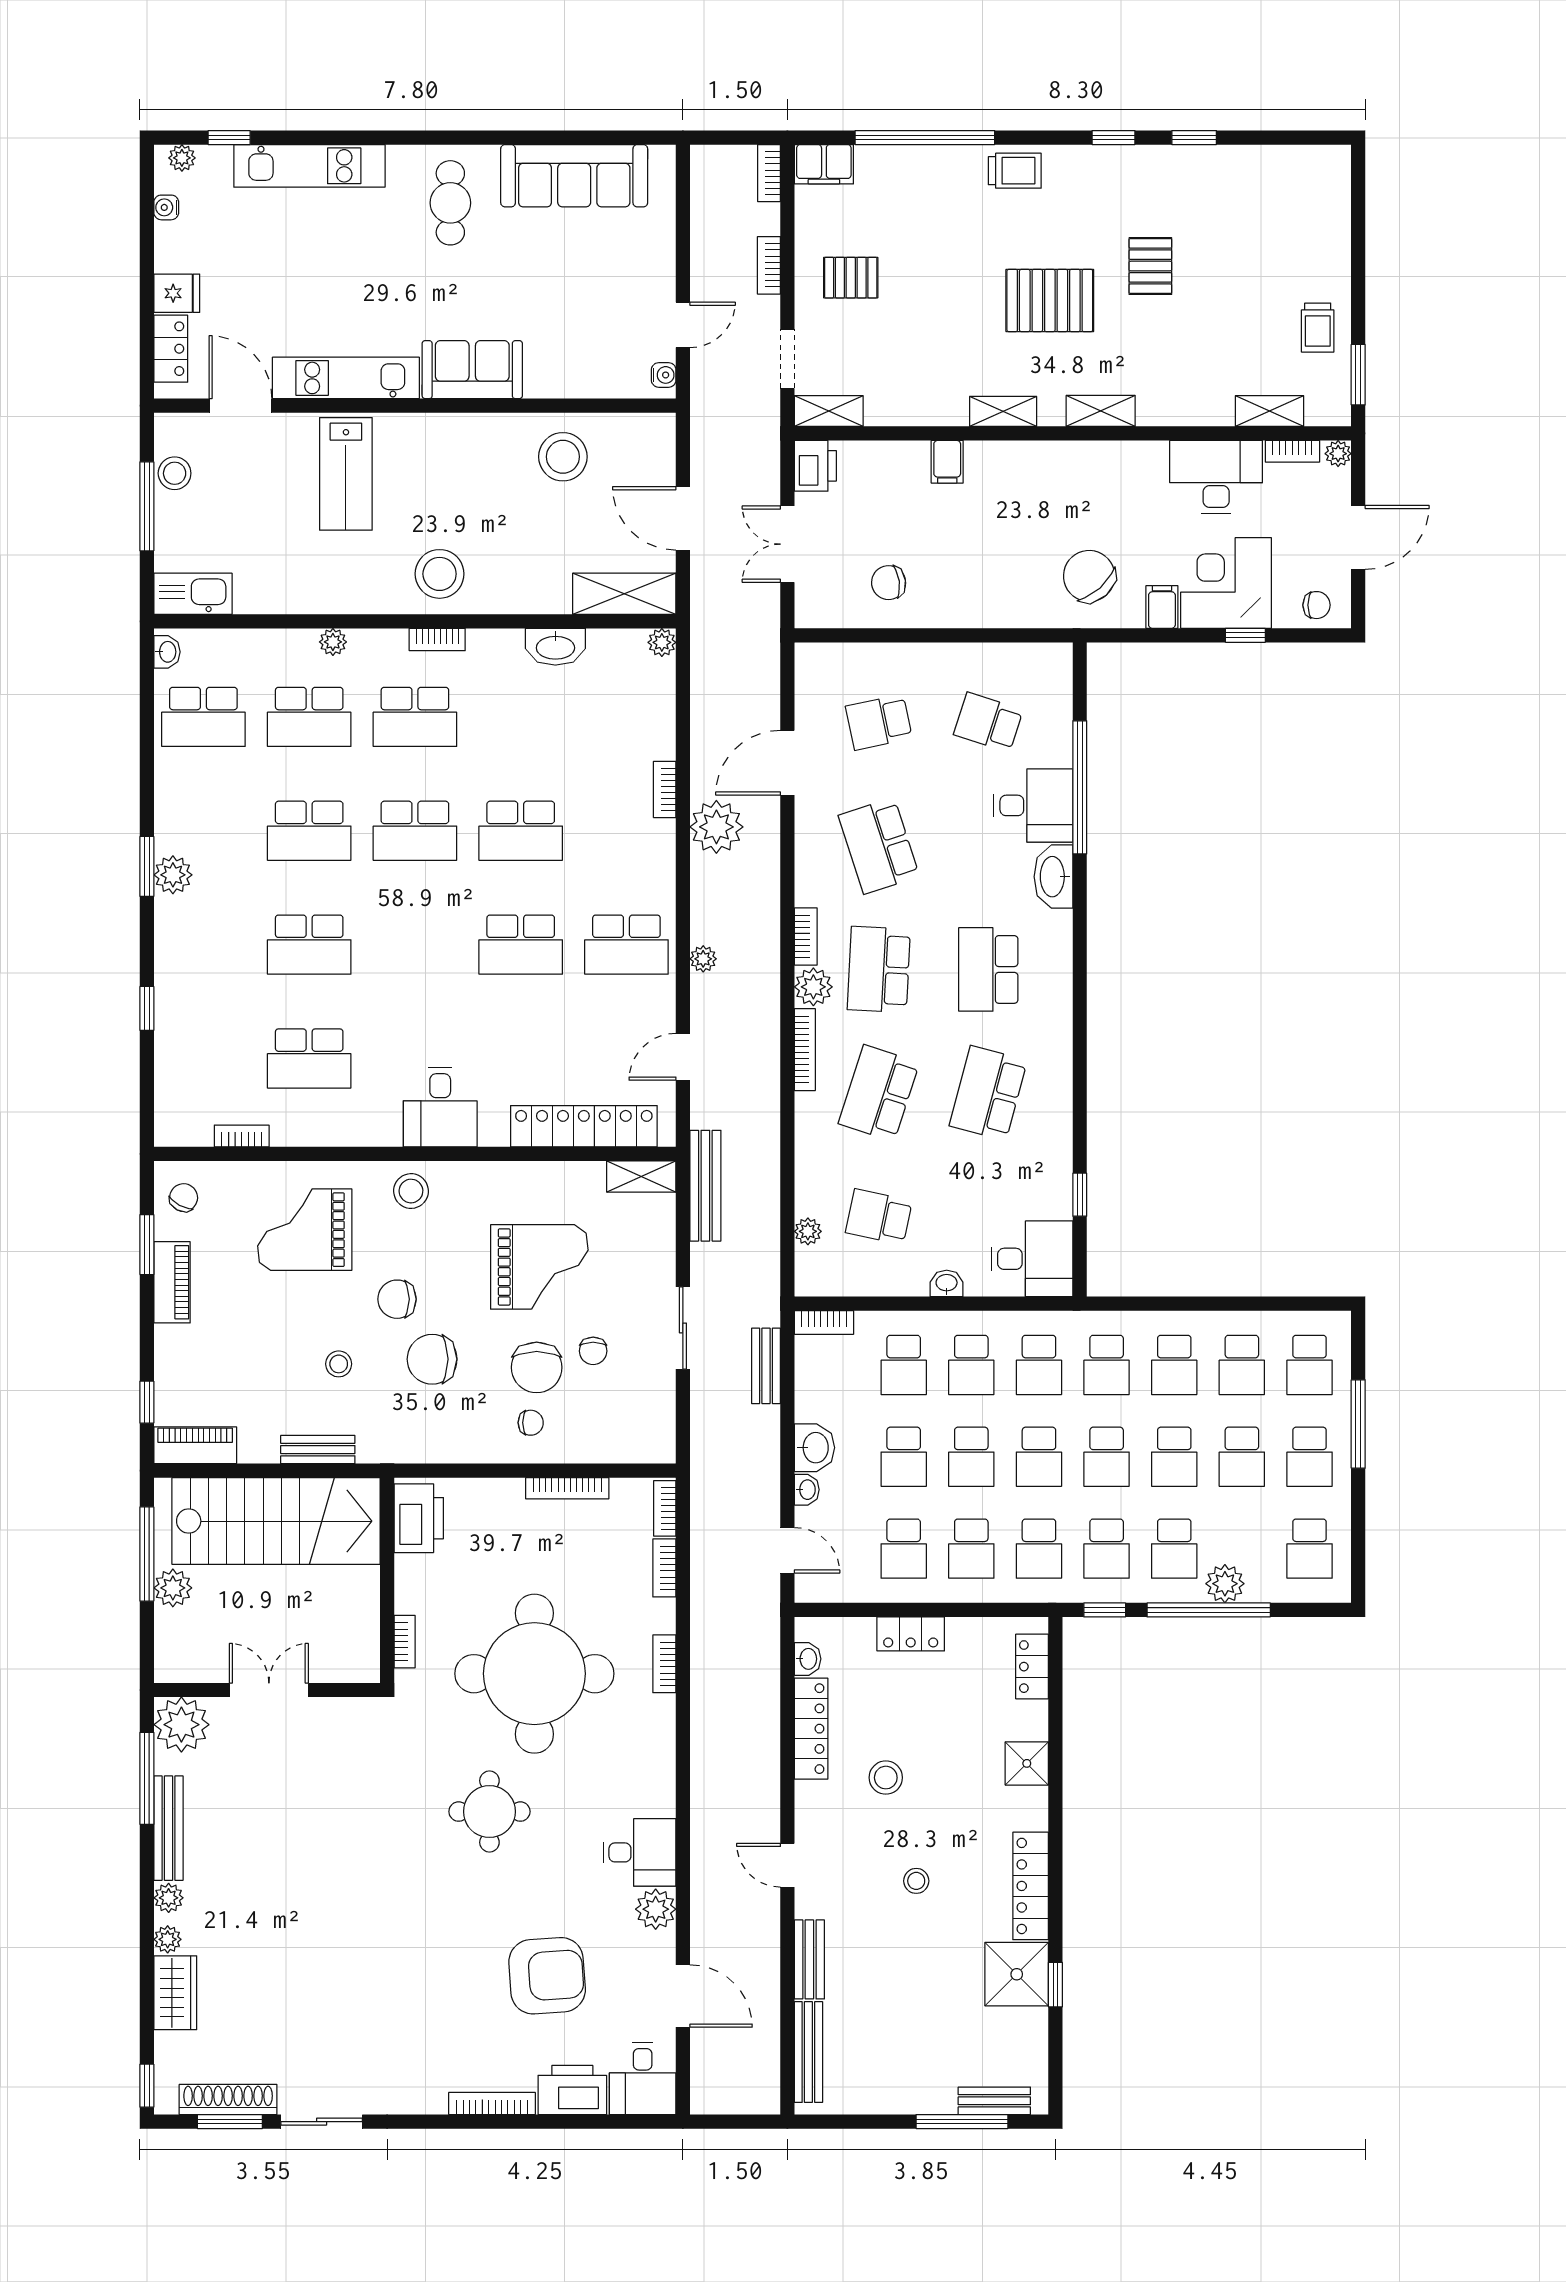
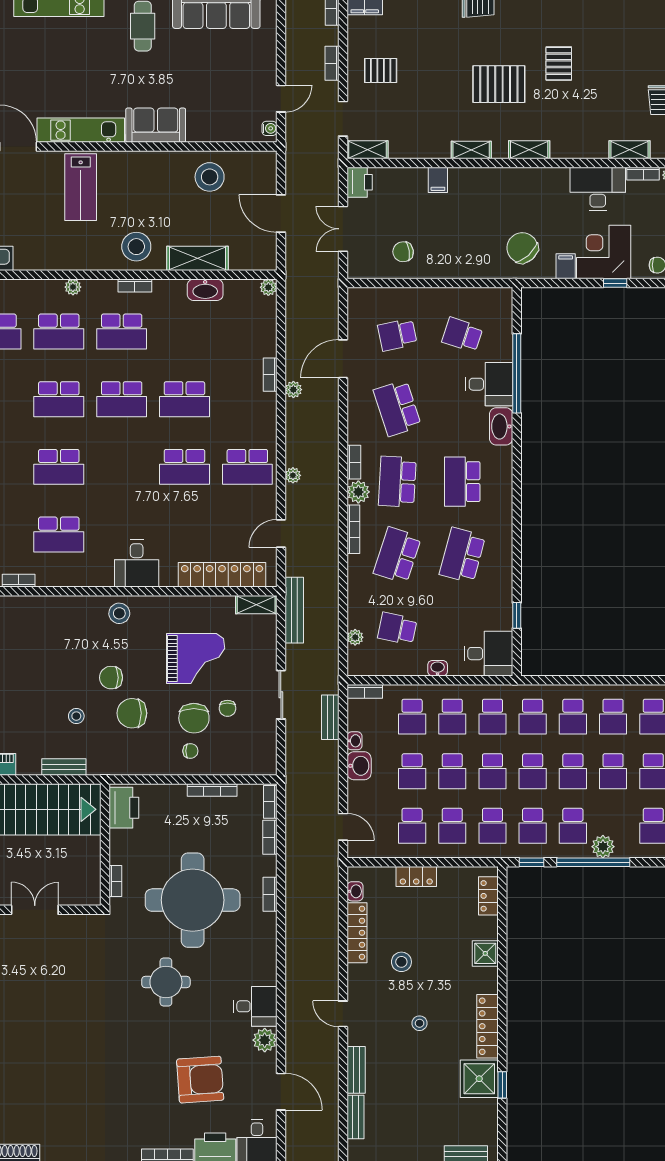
shelving: (624, 594) -> (197, 258), moved
plant: (716, 827) -> (293, 390), width x0.53, depth x0.53
grand piano: (305, 1230) -> (56, 636), removed
washbasin: (807, 1490) -> (354, 741), moved
bench: (808, 2052) -> (355, 1117), width x0.73

